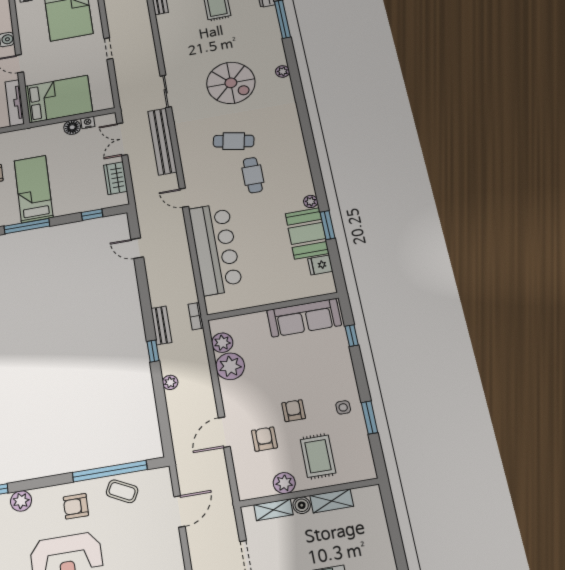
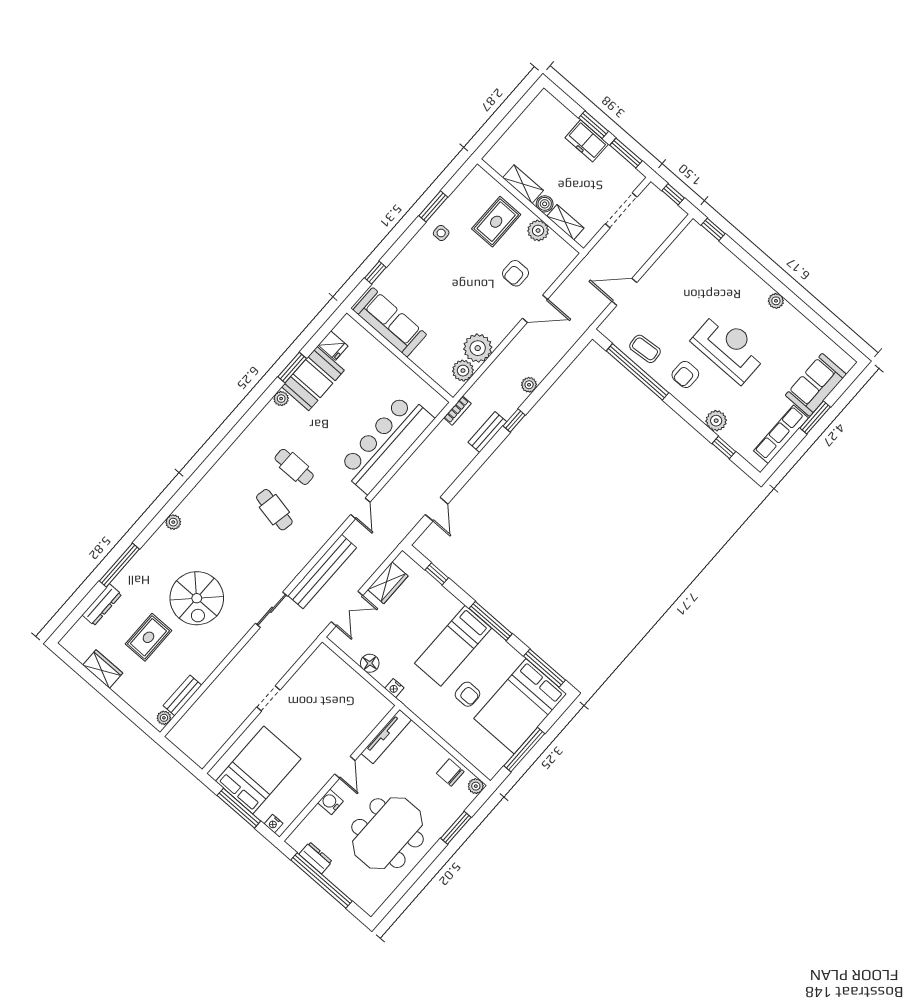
spiral stairs: (231, 83) -> (197, 598), moved, turned 180
bed: (58, 99) -> (352, 700), removed
nightstand: (88, 123) -> (394, 688), moved
cafe table: (253, 175) -> (294, 467), turned 90
armchair: (294, 411) -> (474, 269), removed
coffee table: (122, 491) -> (645, 349), turned -32
armchair: (76, 506) -> (685, 375), turned 90

